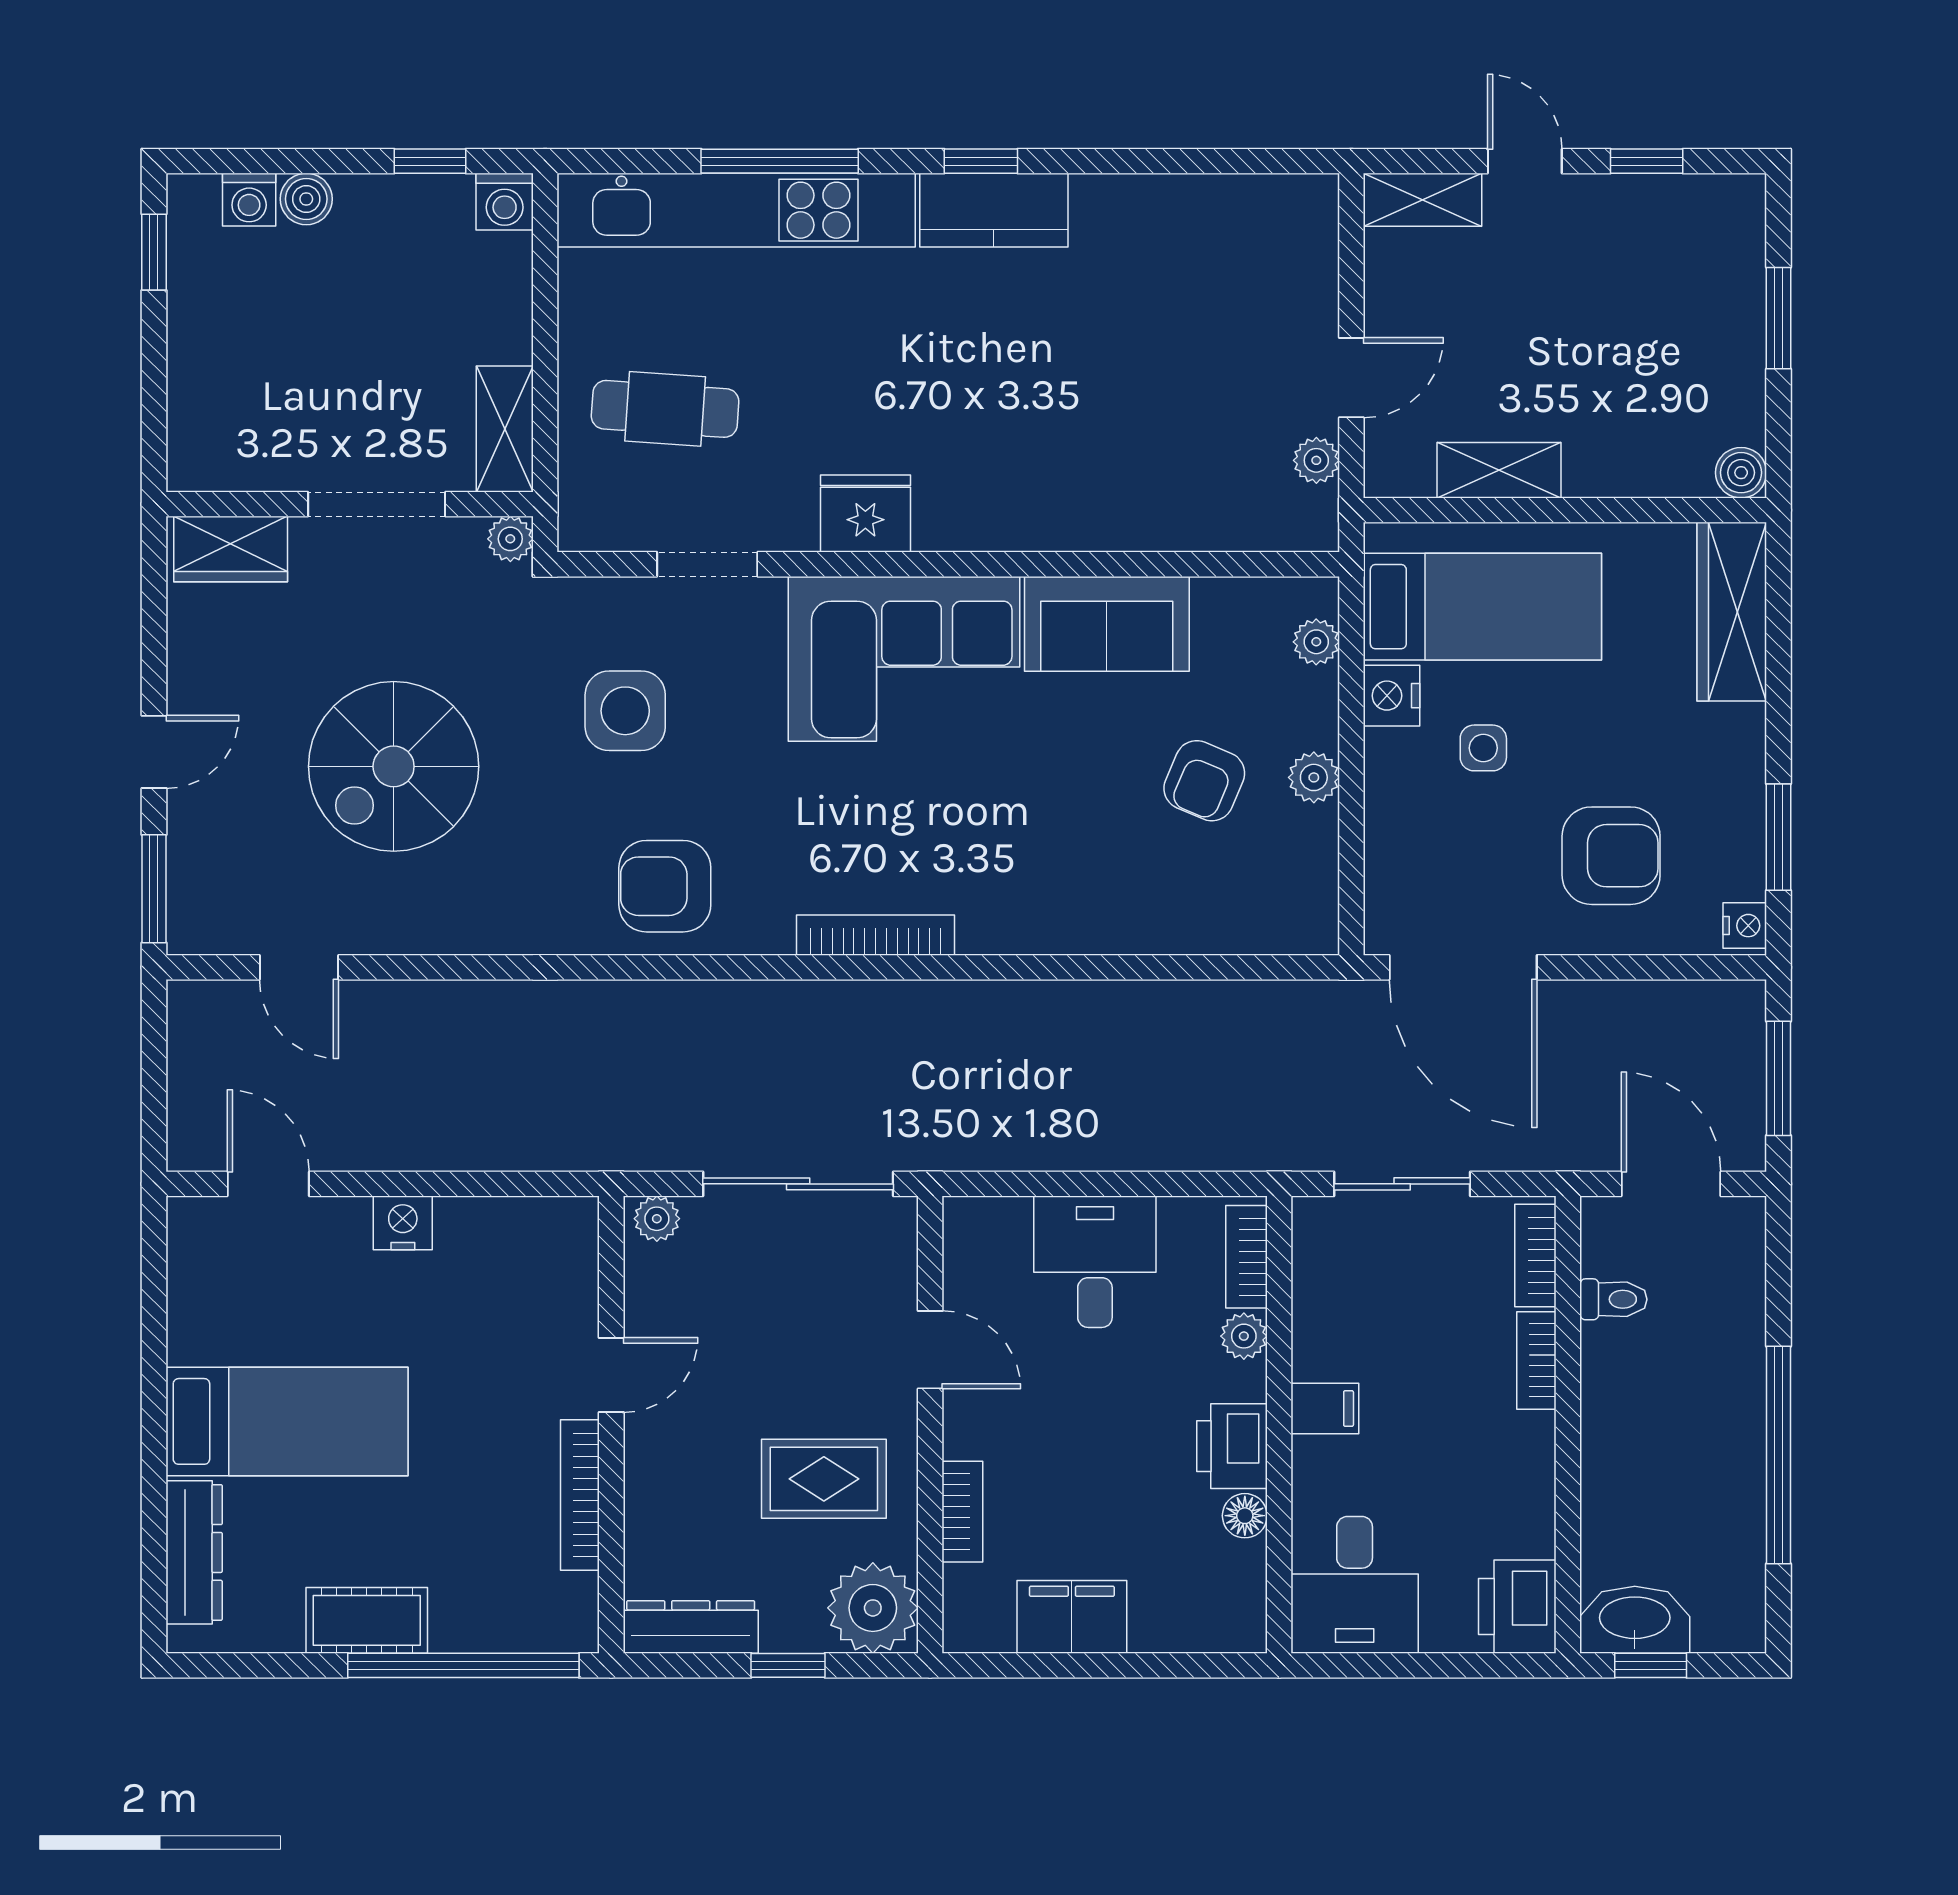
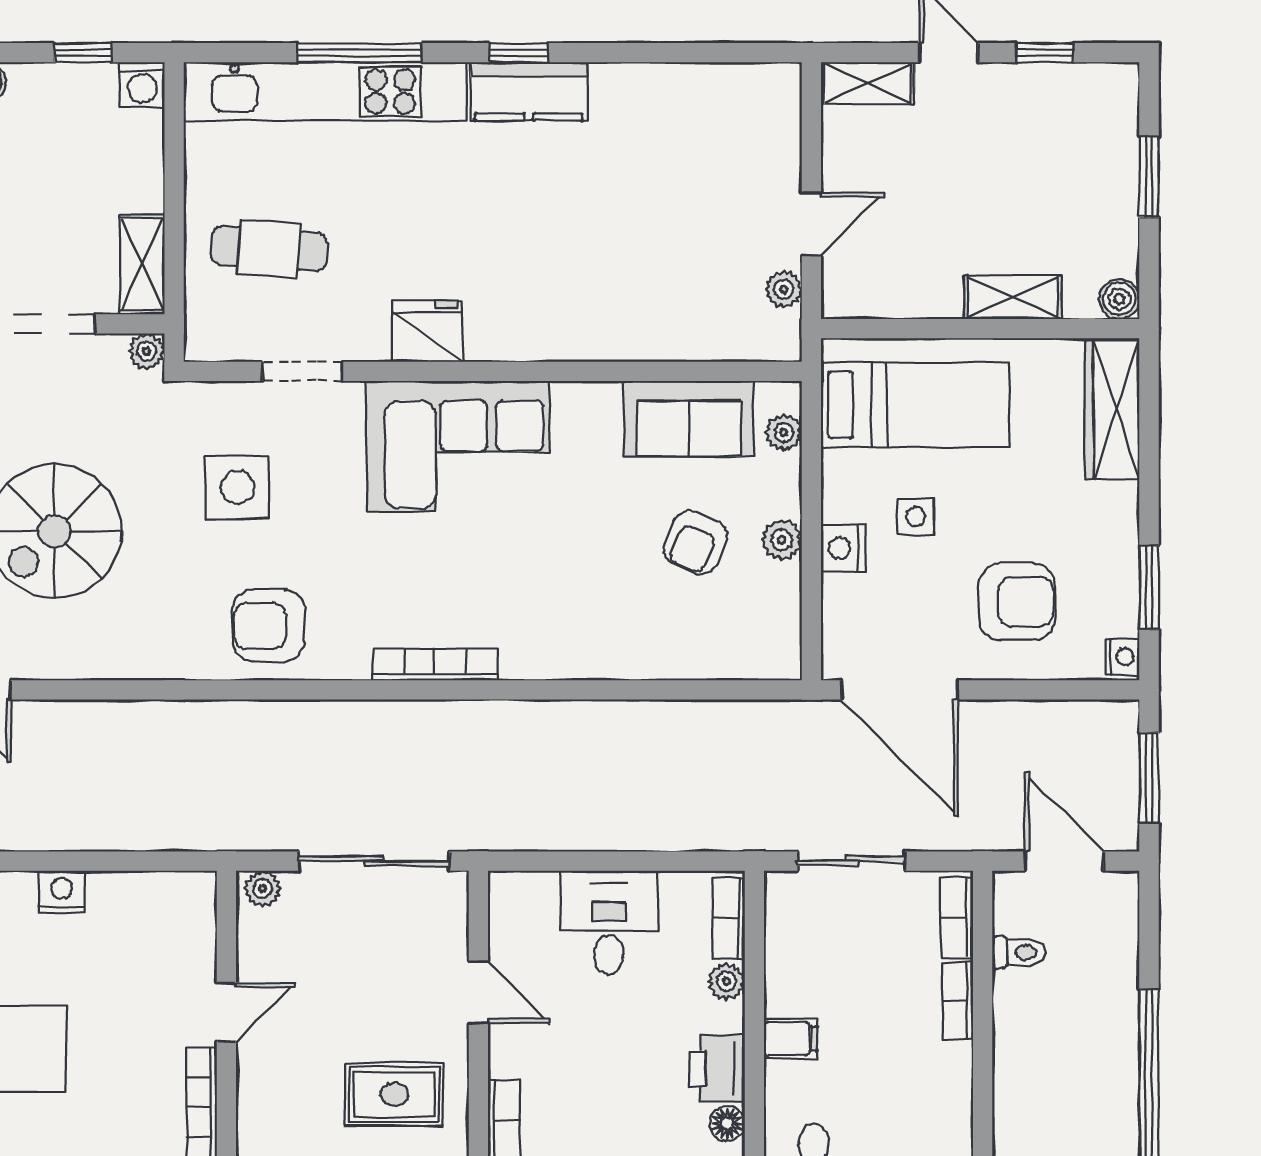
shelving: (1499, 470) -> (1013, 297), moved
sofa: (1107, 624) -> (689, 418), moved
nightstand: (1391, 696) -> (843, 548), moved

